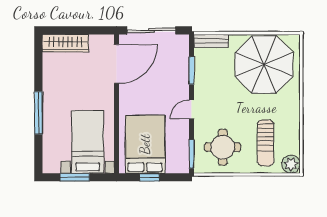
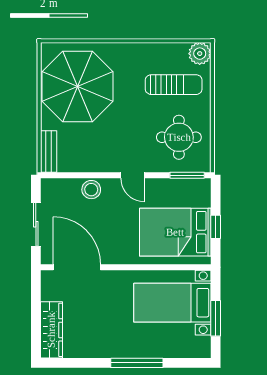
sliding door: (152, 30) -> (36, 224), width x0.73
window: (192, 71) -> (85, 175), removed
stool: (180, 76) -> (91, 190), added

